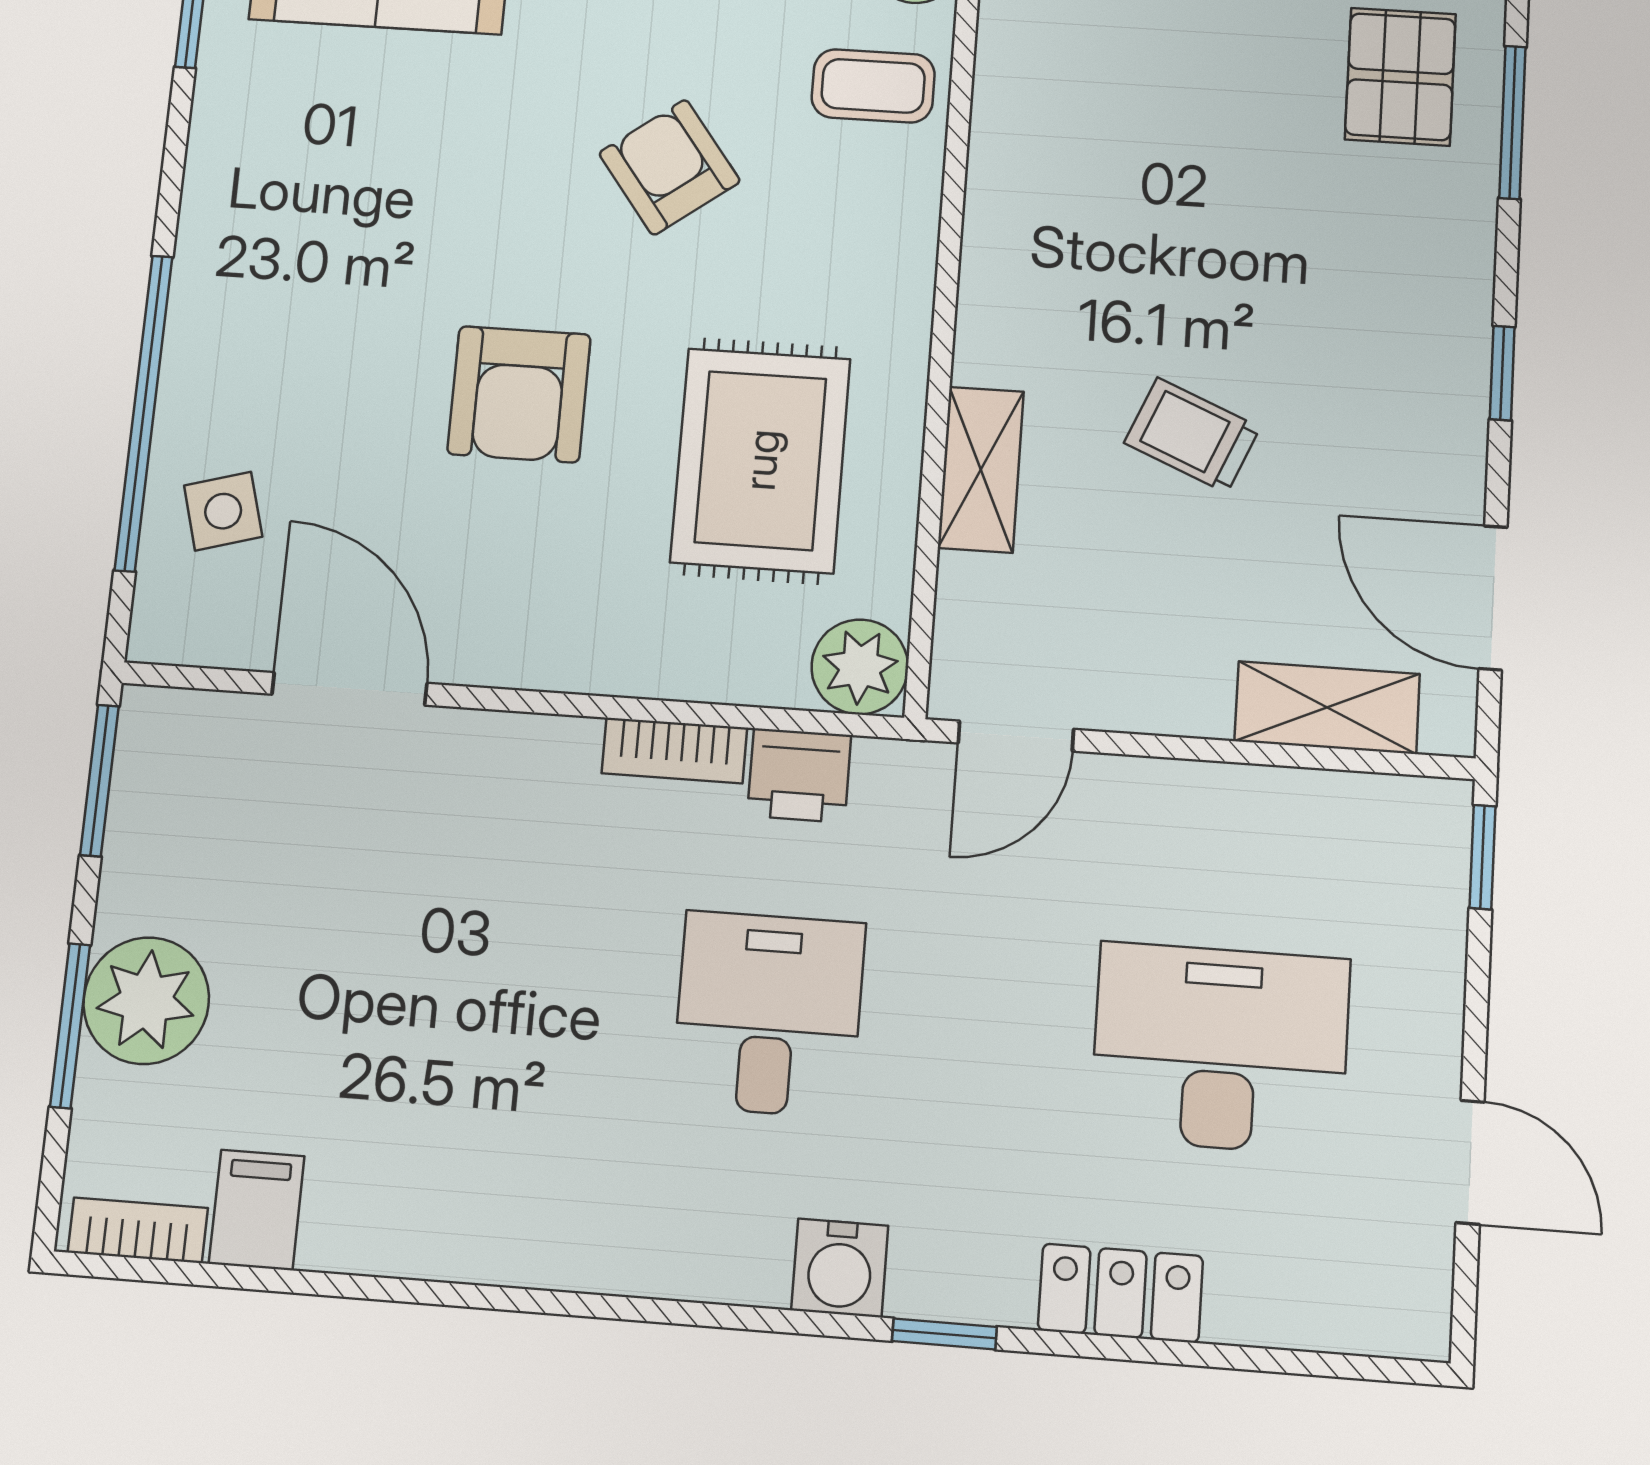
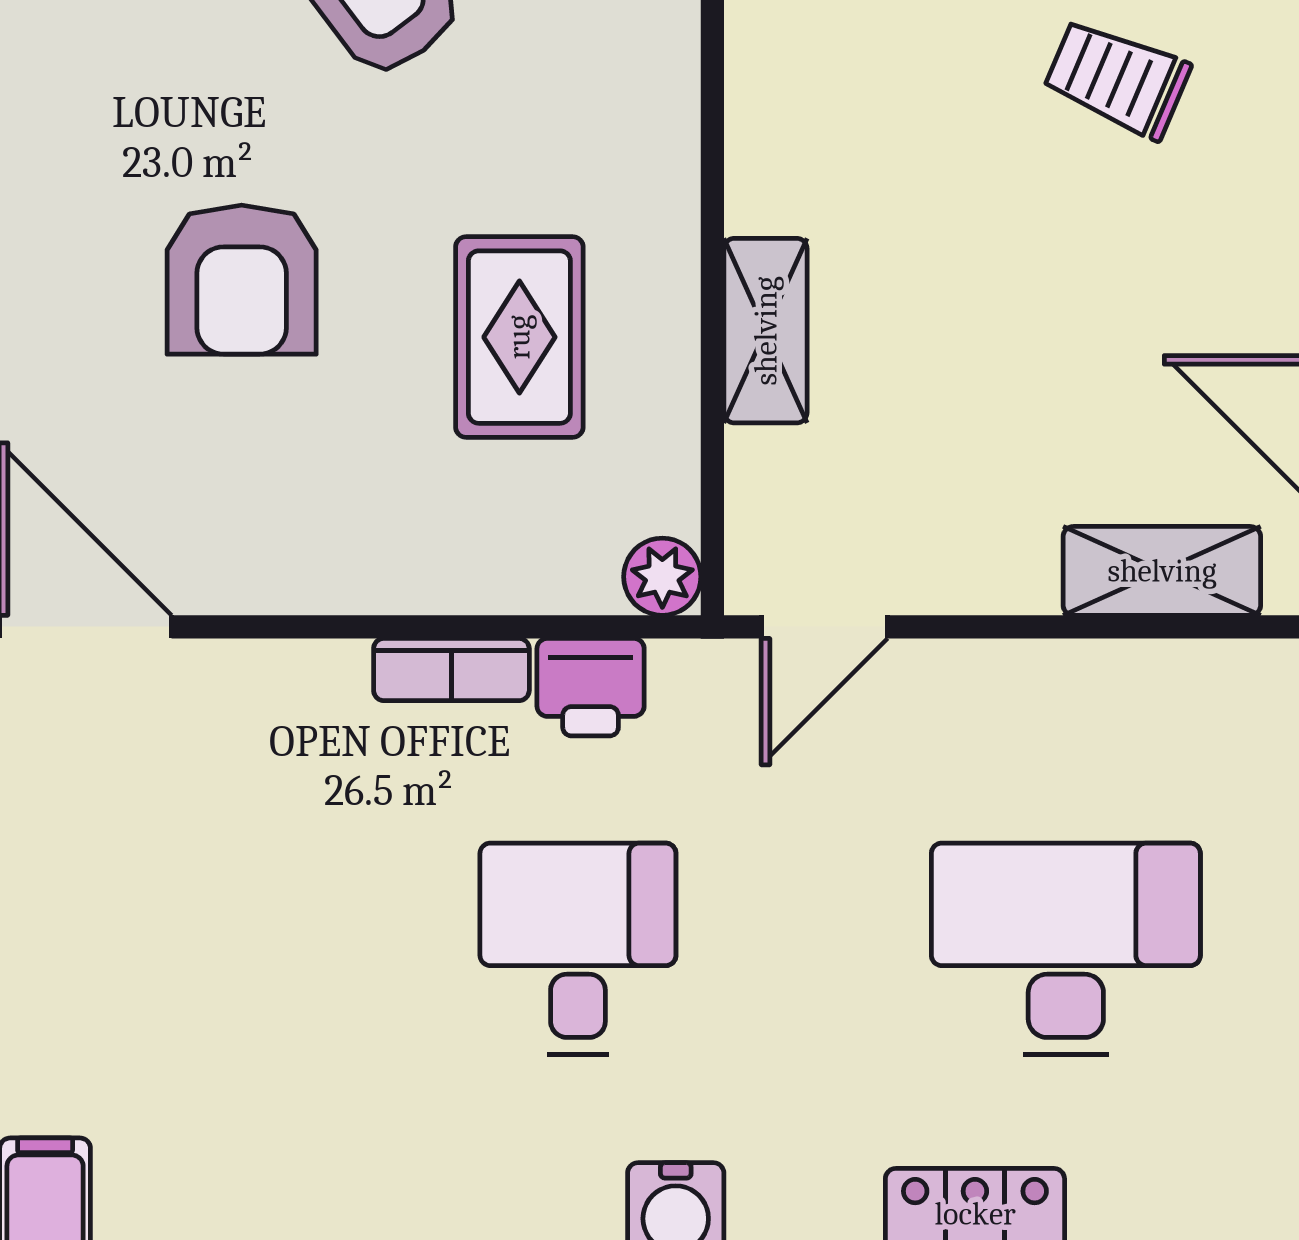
trolley: (1192, 435) -> (1117, 79), moved
rug: (761, 460) -> (519, 337), width x0.73, depth x0.70
plant: (860, 667) -> (662, 577), width x0.73, depth x0.73

